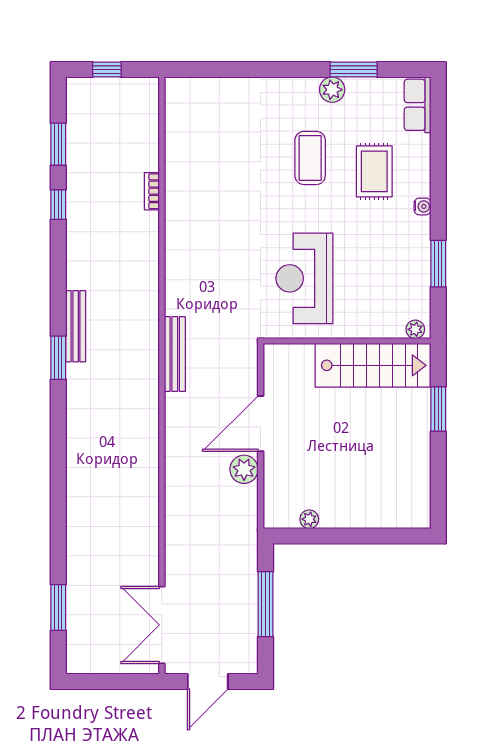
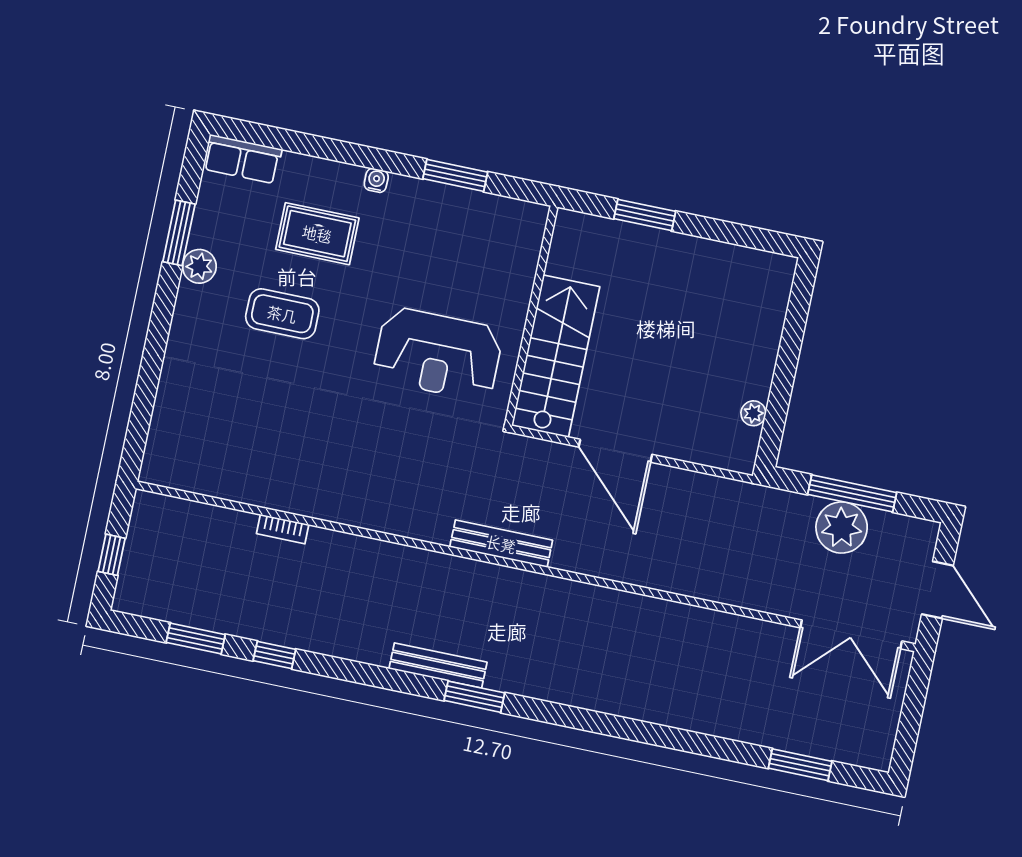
plant: (415, 329) -> (535, 223), removed
stairs: (373, 365) -> (556, 356), moved
plant: (244, 469) -> (842, 528), moved, width x1.36, depth x1.36

